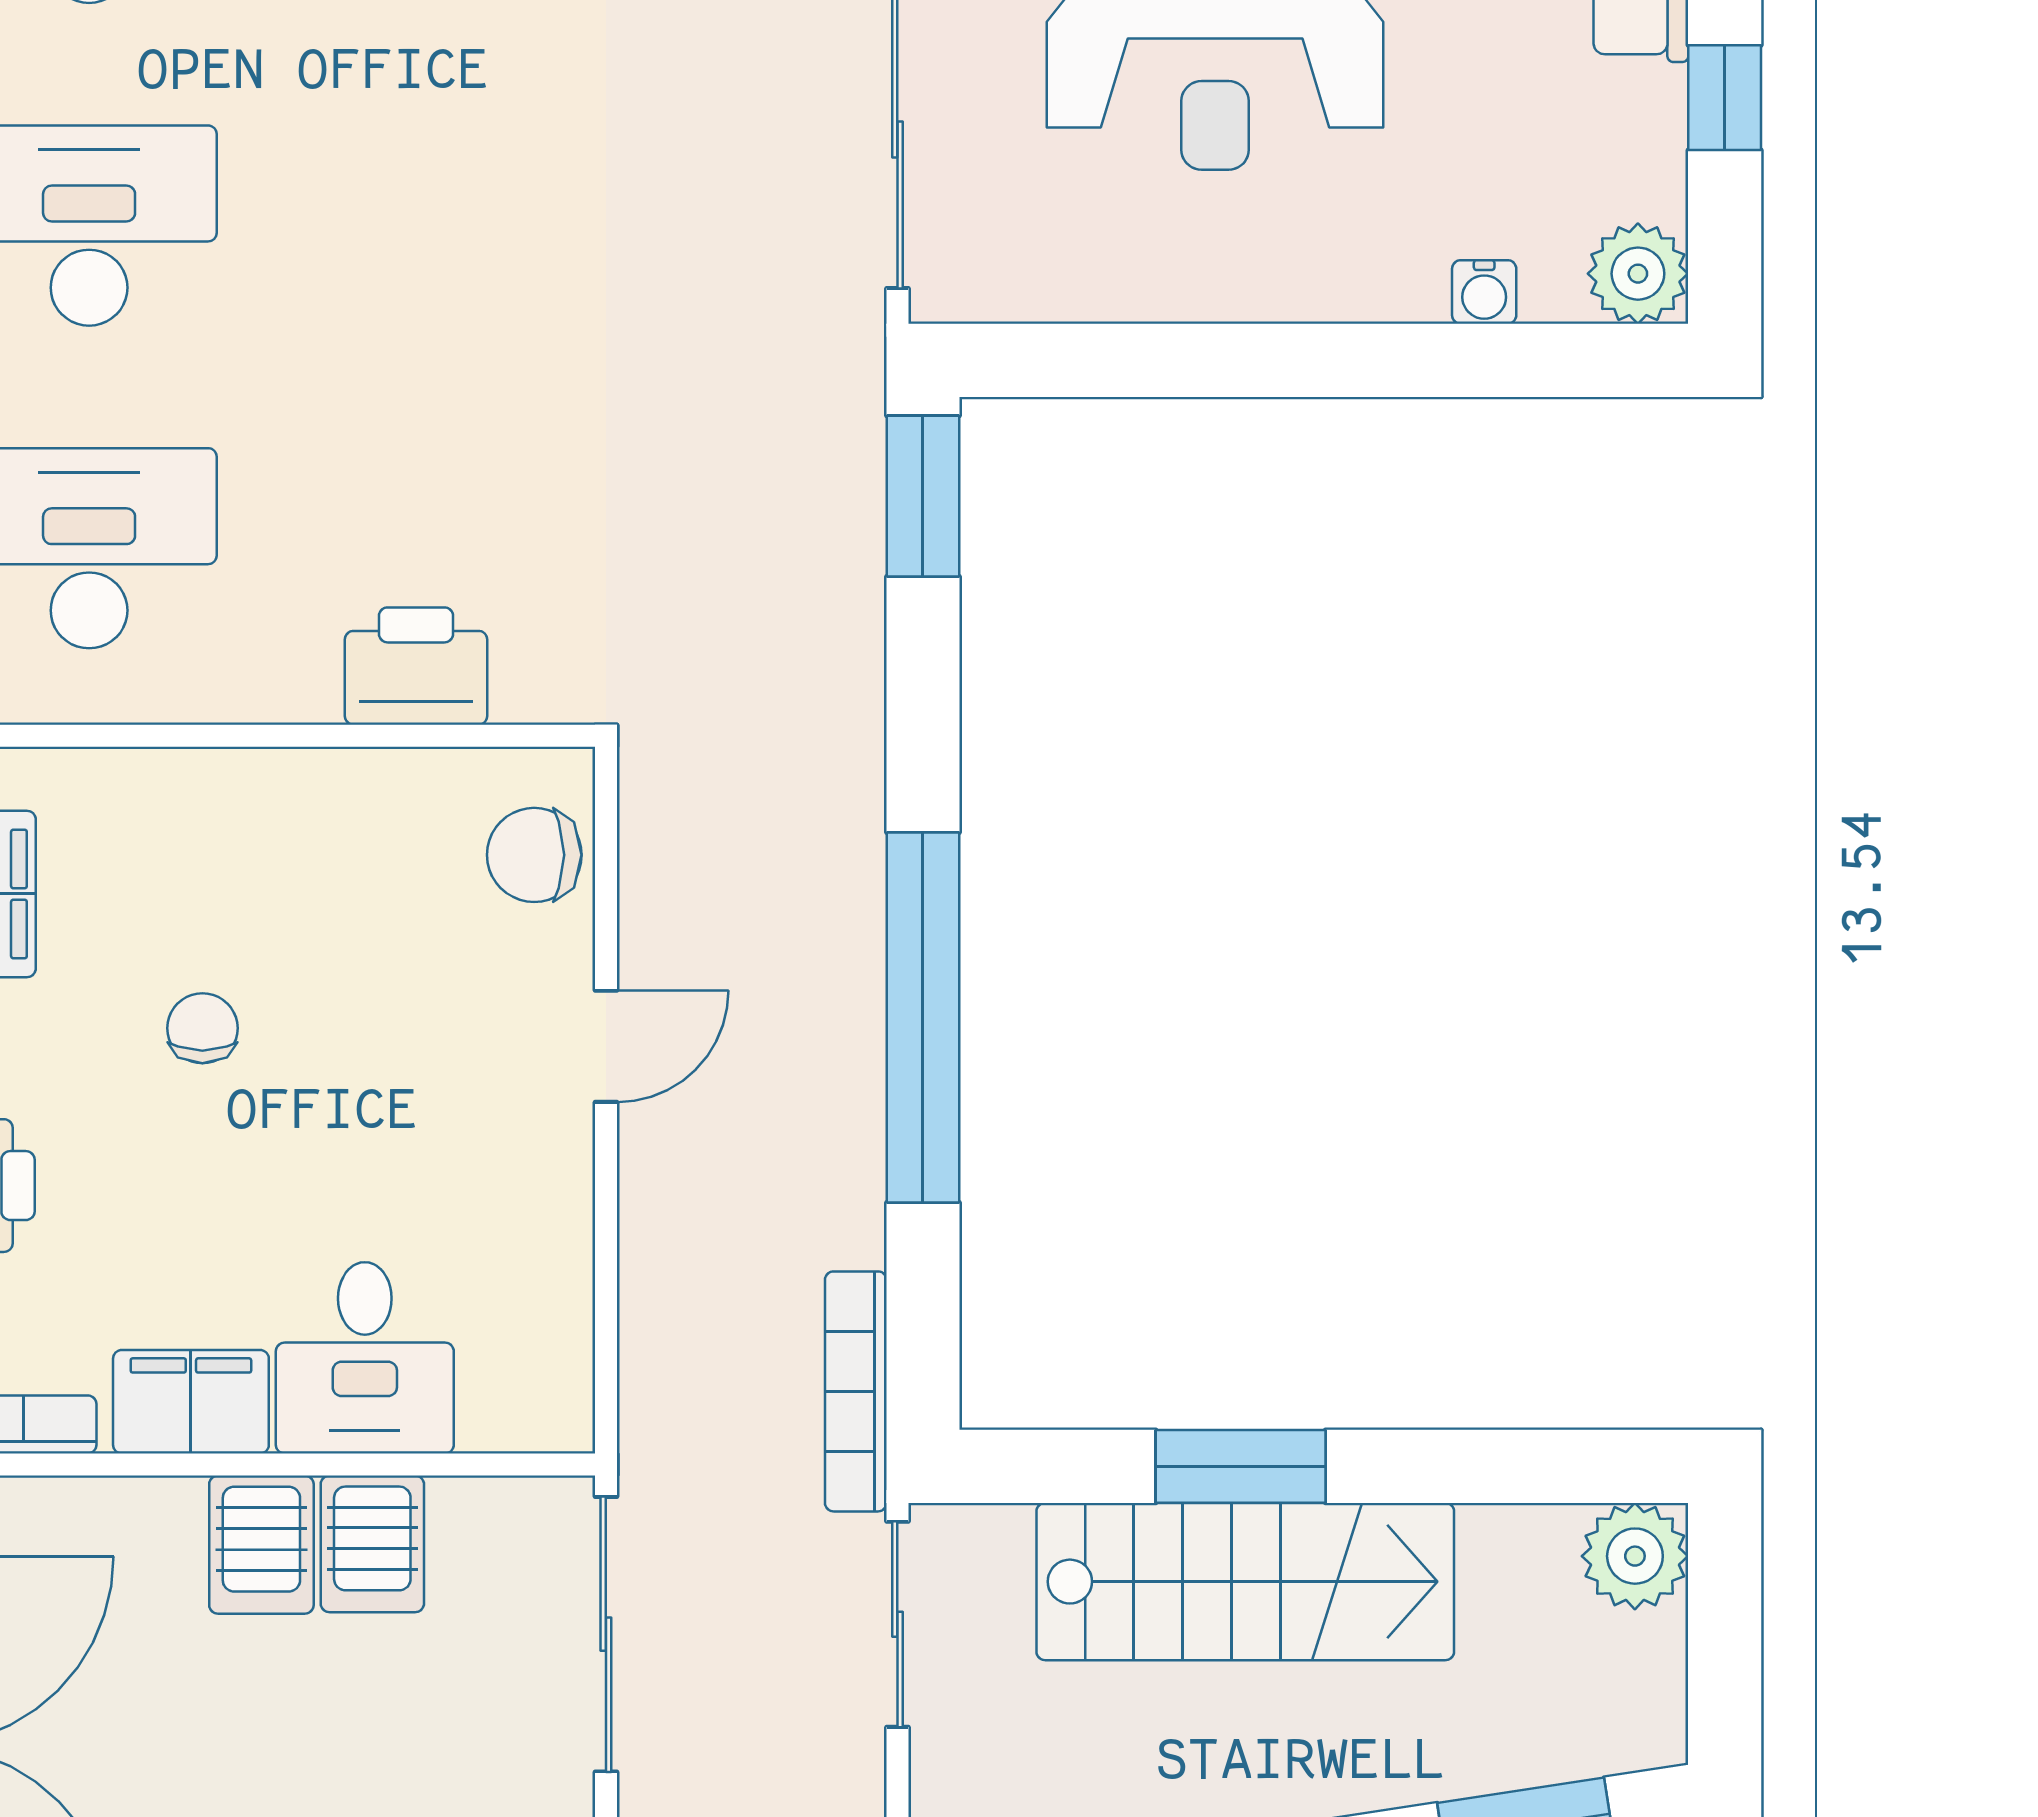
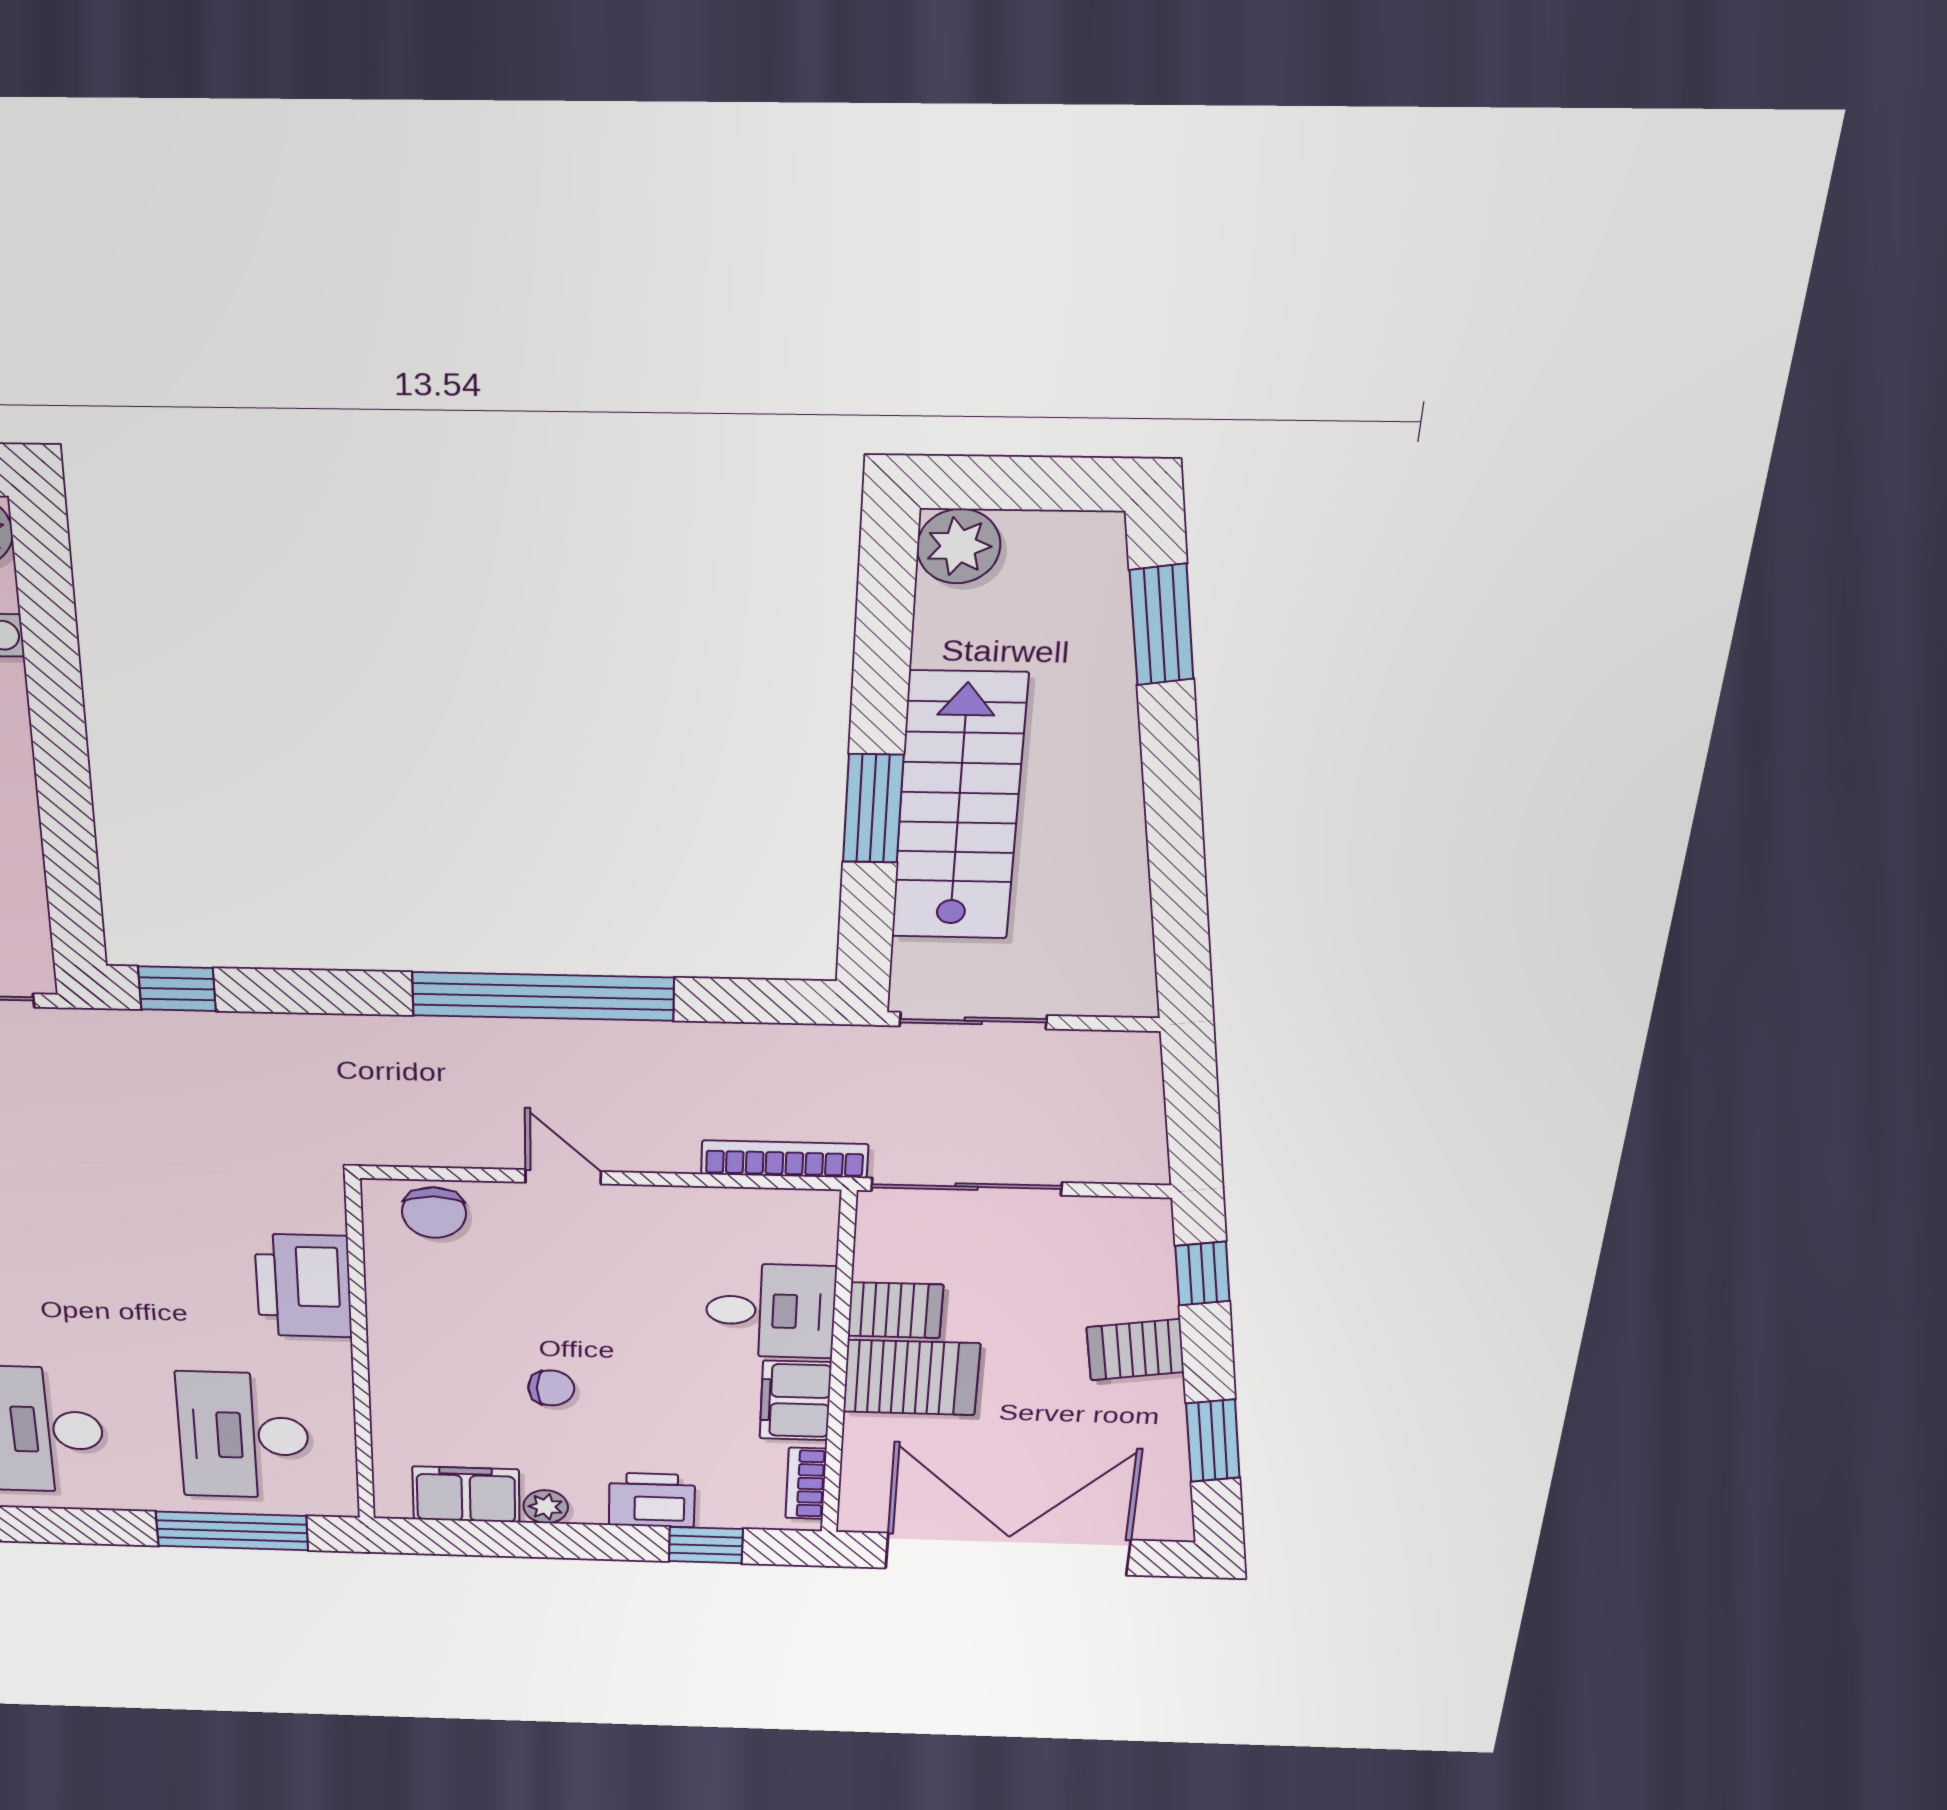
window: (923, 496) -> (177, 989), width x0.67
printer: (416, 666) -> (303, 1286), width x1.37, depth x1.19
chair: (202, 1028) -> (551, 1388), turned 180
bookcase: (856, 1391) -> (785, 1159), moved, turned 180
server rack: (261, 1545) -> (911, 1378), width x1.36, depth x1.44

